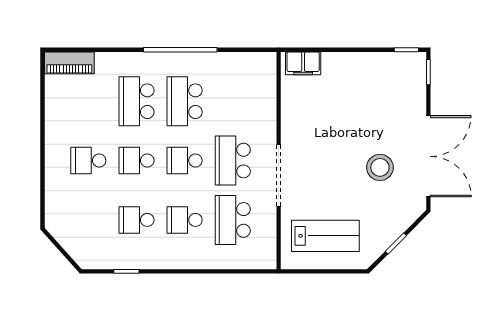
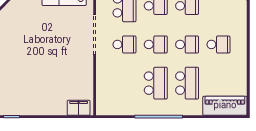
piano: (69, 63) -> (225, 106), width x1.37, depth x1.33
school desk: (233, 161) -> (124, 44), width x0.54
stool: (380, 167) -> (29, 40), removed

